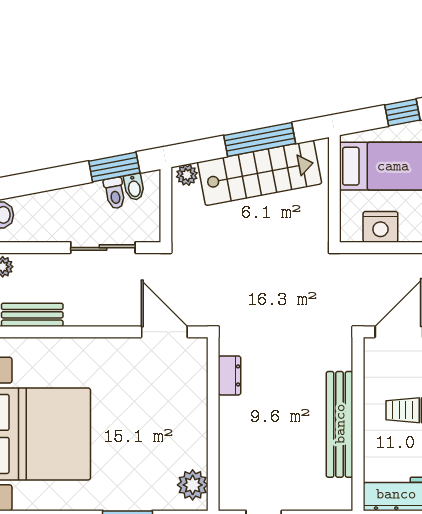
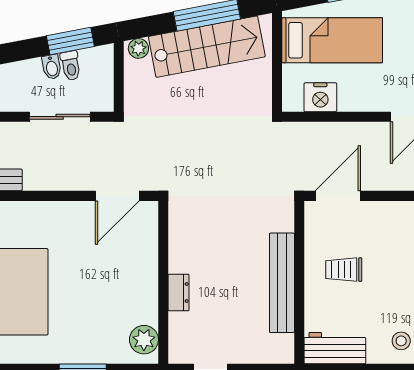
bidet: (134, 187) -> (52, 67), moved
door: (164, 332) -> (117, 196), swing flipped
dresser: (230, 375) -> (179, 293), moved

